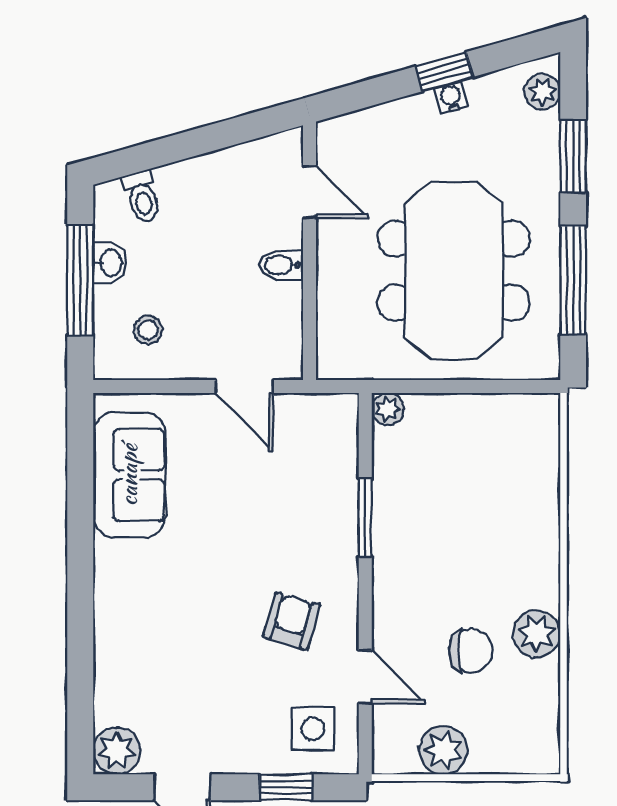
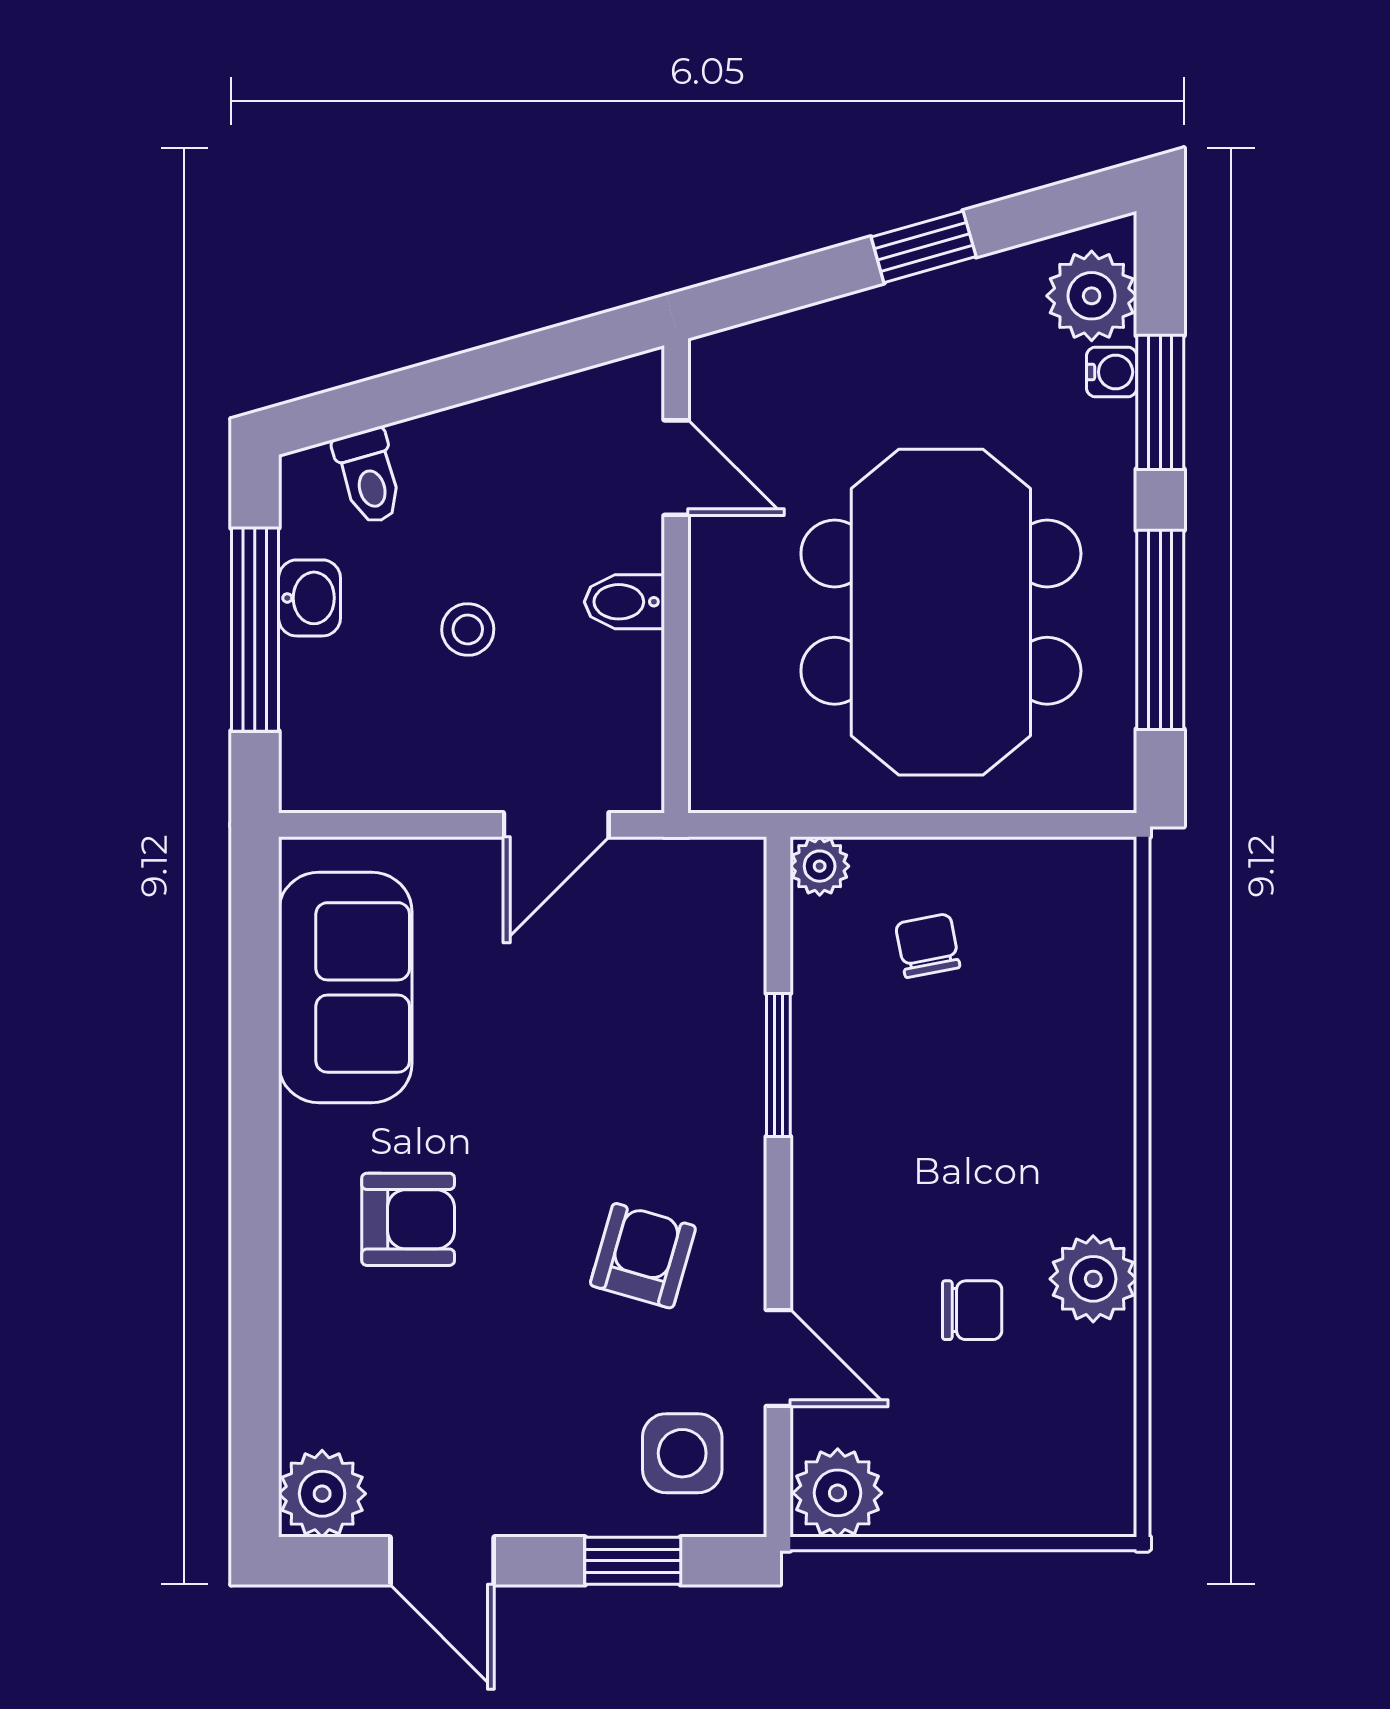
plant: (542, 92) -> (1092, 296), width x1.38, depth x1.38
water cooler: (451, 97) -> (1112, 372), moved, turned 106
stool: (148, 330) -> (468, 629), moved
door: (244, 386) -> (556, 825), hinge flipped
chair: (446, 452) -> (928, 946), added
armchair: (164, 601) -> (408, 1219), added
chair: (471, 651) -> (972, 1310), width x0.73, depth x0.73
plant: (443, 750) -> (838, 1493), moved

